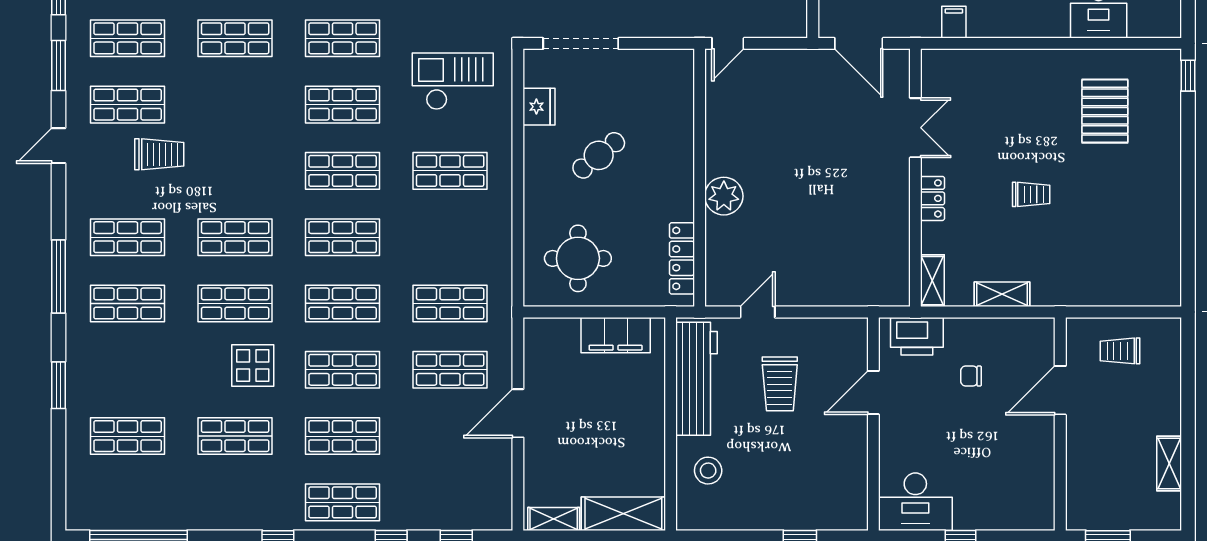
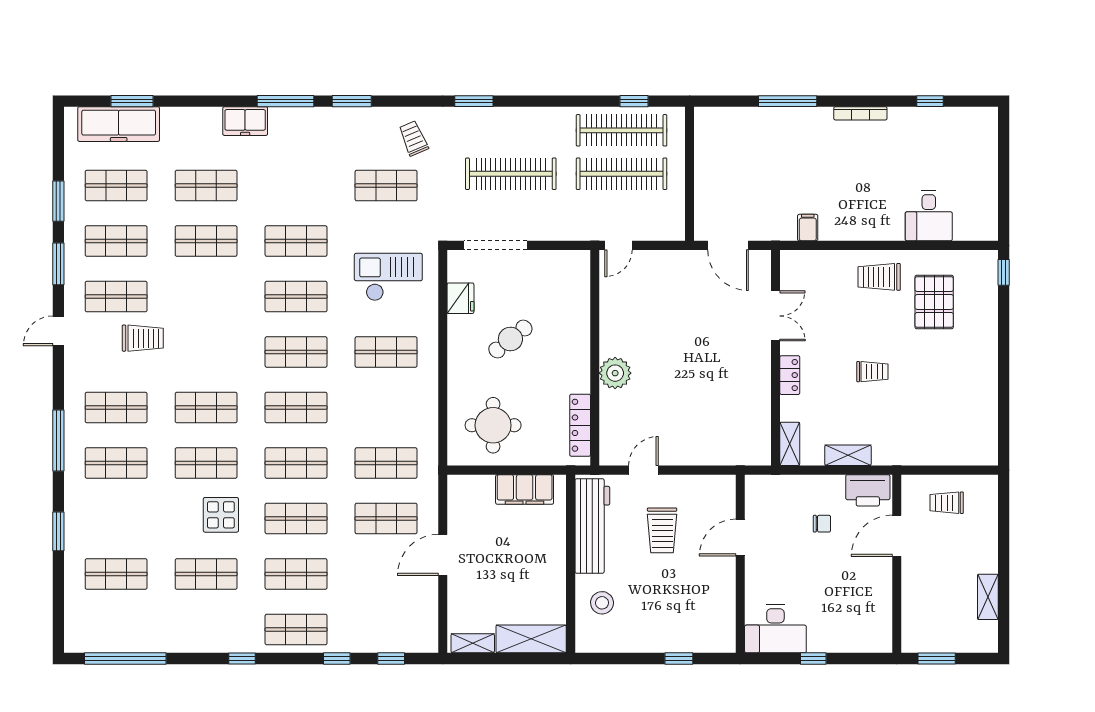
trolley: (1039, 81) -> (879, 277), added
printer: (917, 336) -> (868, 490), moved
chair: (971, 376) -> (822, 524), turned 180

